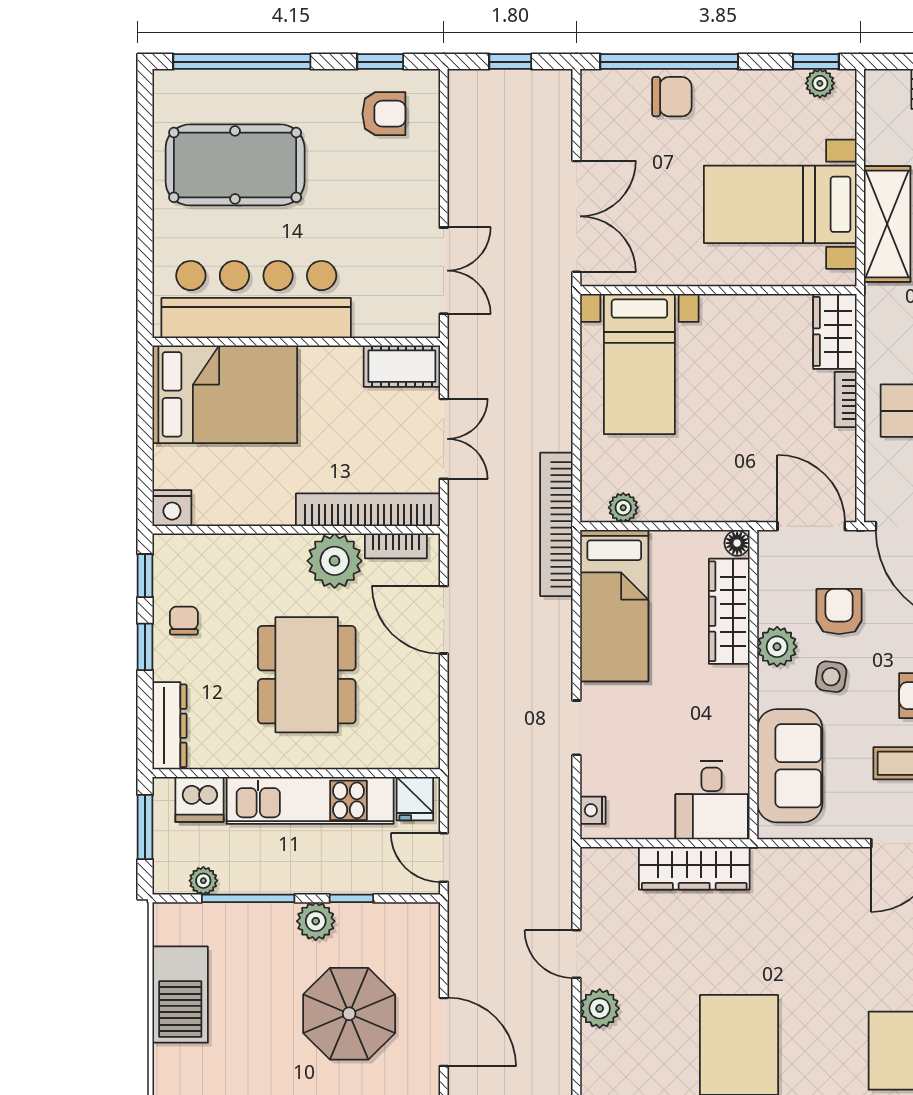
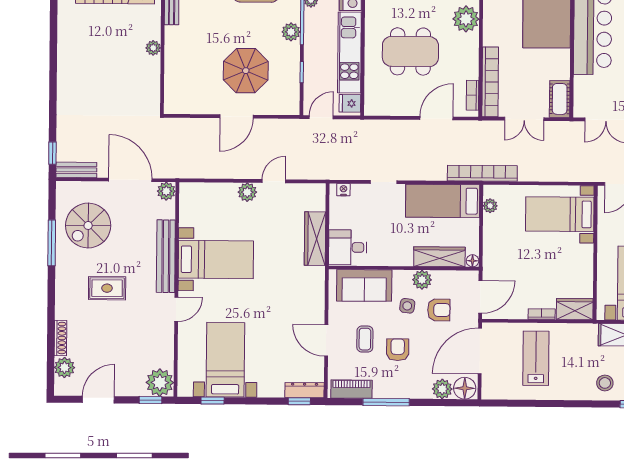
plant: (335, 561) -> (466, 19), moved
plant: (316, 921) -> (291, 32), moved

